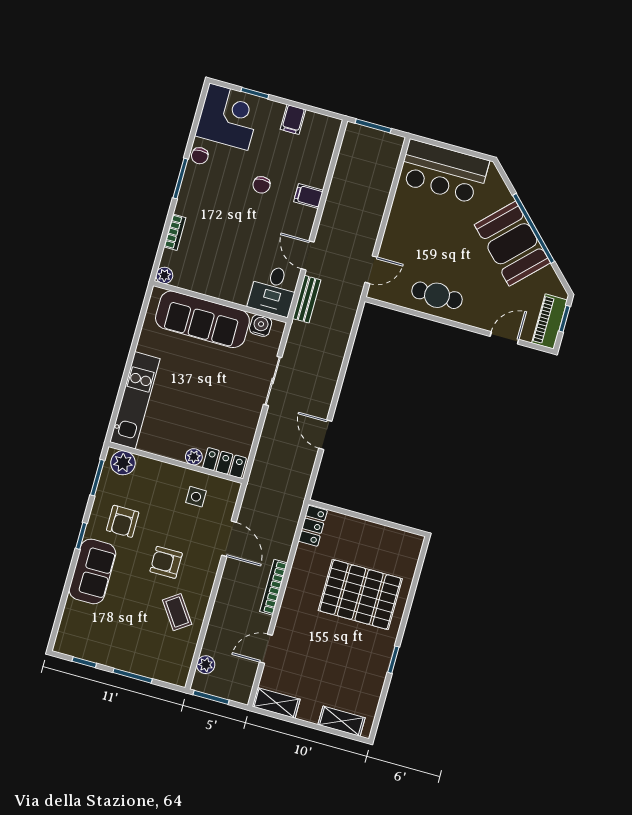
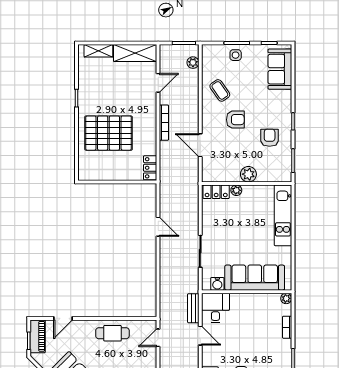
plant: (123, 463) -> (248, 174), moved
side table: (196, 497) -> (236, 55), moved
sofa: (92, 571) -> (280, 69), moved
shelving: (276, 703) -> (135, 53), width x1.50, depth x1.33

